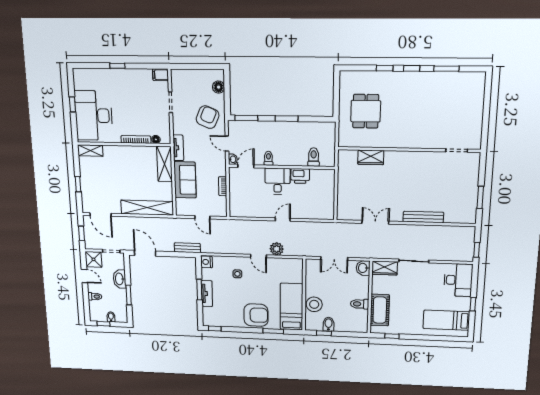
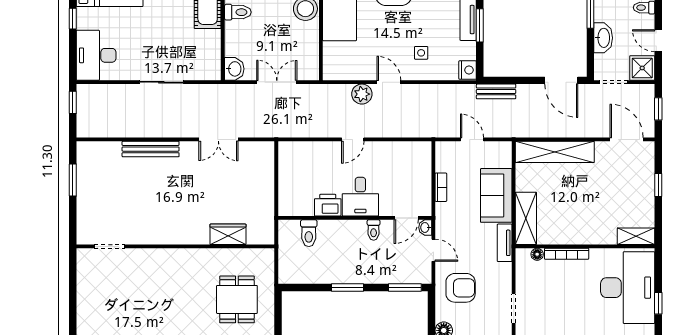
armchair: (208, 117) -> (461, 288), turned -113
wardrobe: (385, 268) -> (203, 70), removed

